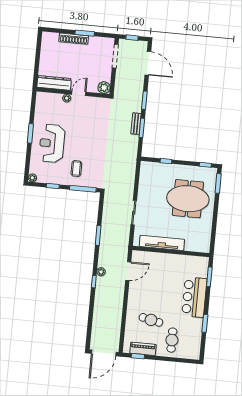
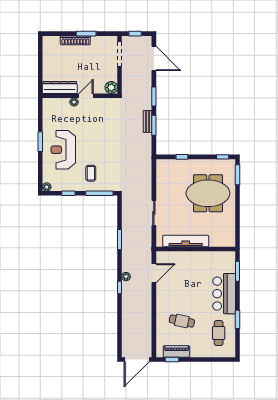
cafe table: (172, 340) -> (219, 333), moved

